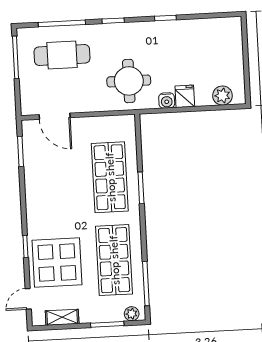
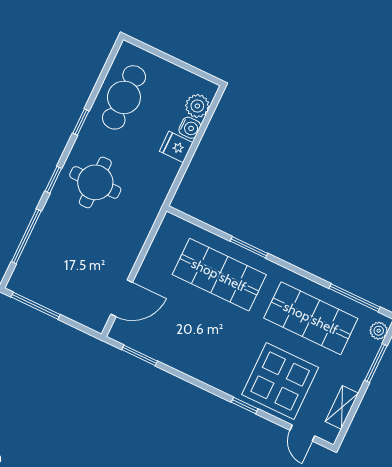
cafe table: (62, 55) -> (124, 97), moved
round table: (129, 81) -> (95, 182), moved
water cooler: (167, 101) -> (190, 128), moved

